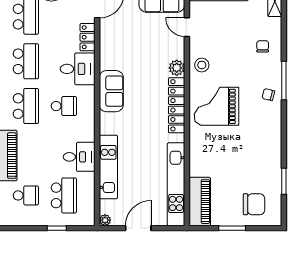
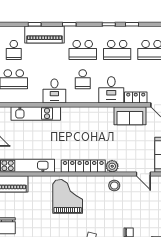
door: (187, 27) -> (143, 174), swing flipped
sofa: (111, 91) -> (130, 116), moved
grand piano: (216, 106) -> (68, 196), moved
desk: (79, 157) -> (54, 91), moved

